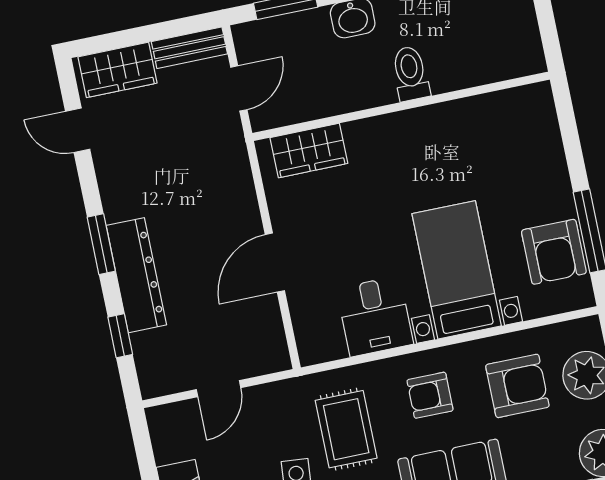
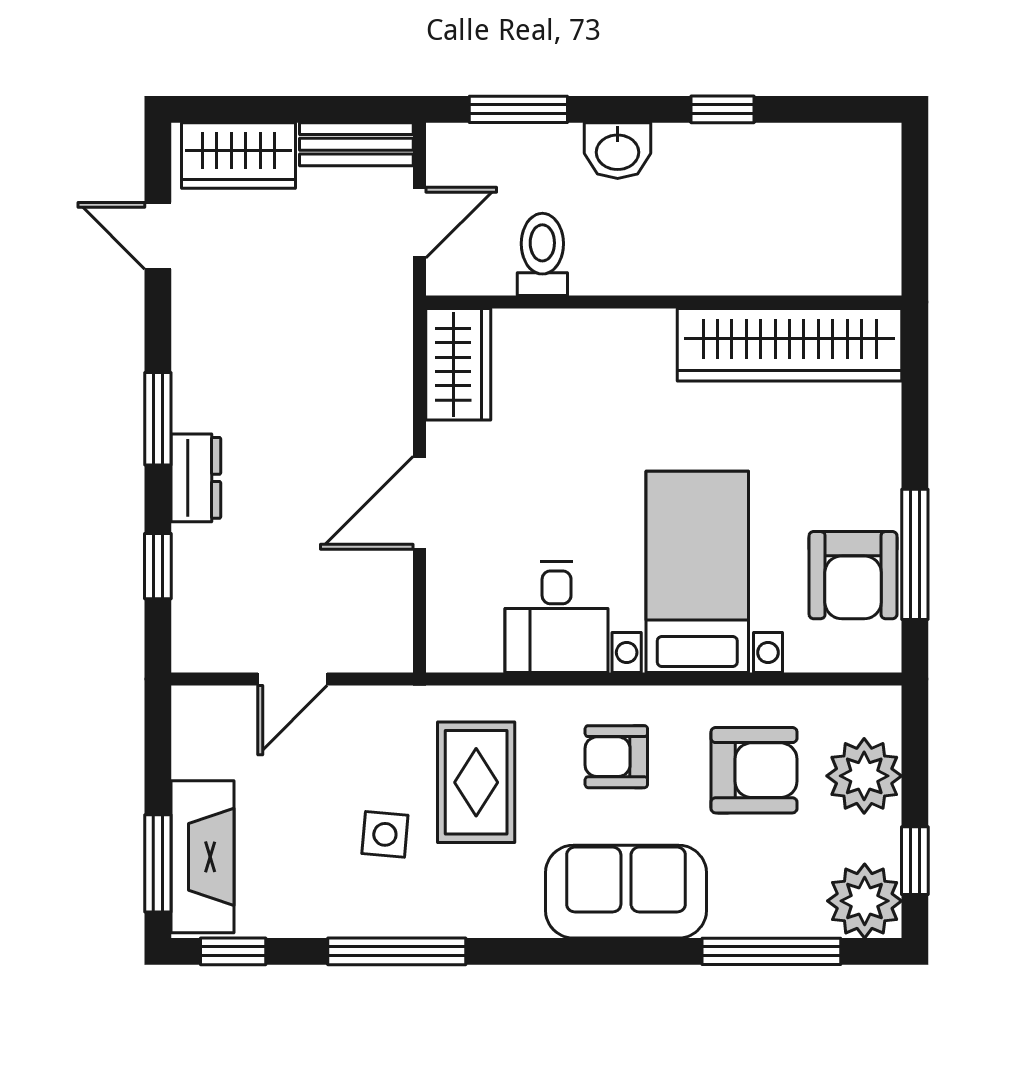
toilet: (410, 73) -> (542, 254), moved
wardrobe: (485, 117) -> (790, 345), added
wardrobe: (309, 151) -> (458, 364), moved, turned -90
dresser: (136, 275) -> (196, 478), width x0.51, depth x0.80

